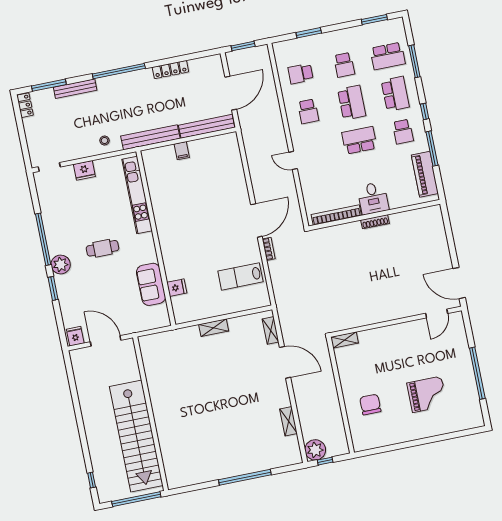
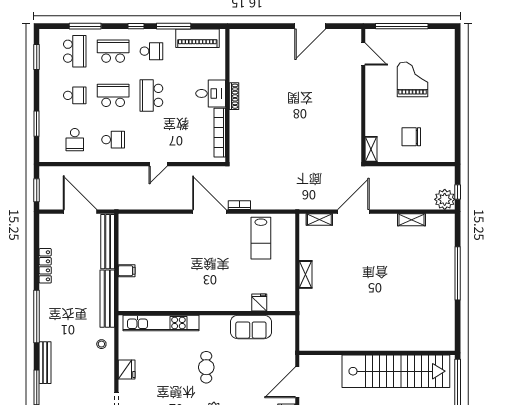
door: (437, 313) -> (363, 54), moved
wall: (396, 322) -> (363, 95), moved
shelving: (344, 340) -> (371, 149), moved

